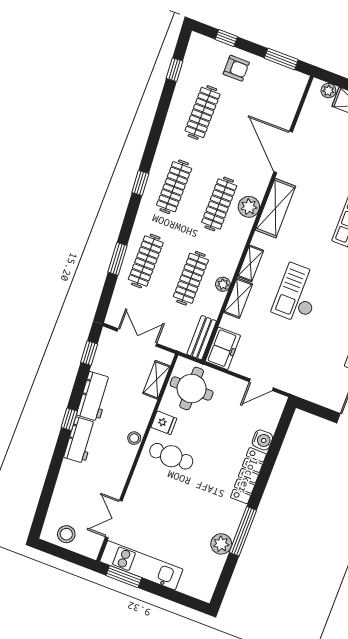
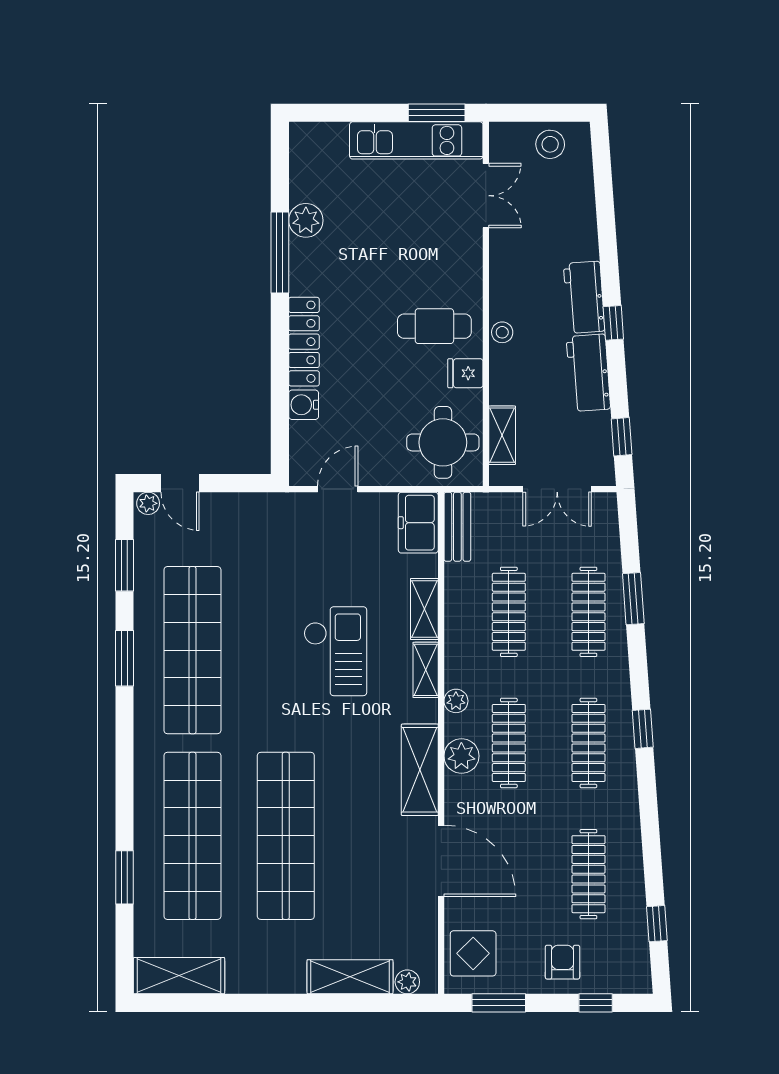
armchair: (236, 68) -> (562, 962), turned 90
display table: (285, 93) -> (473, 953), added
plant: (223, 284) -> (456, 701), moved

